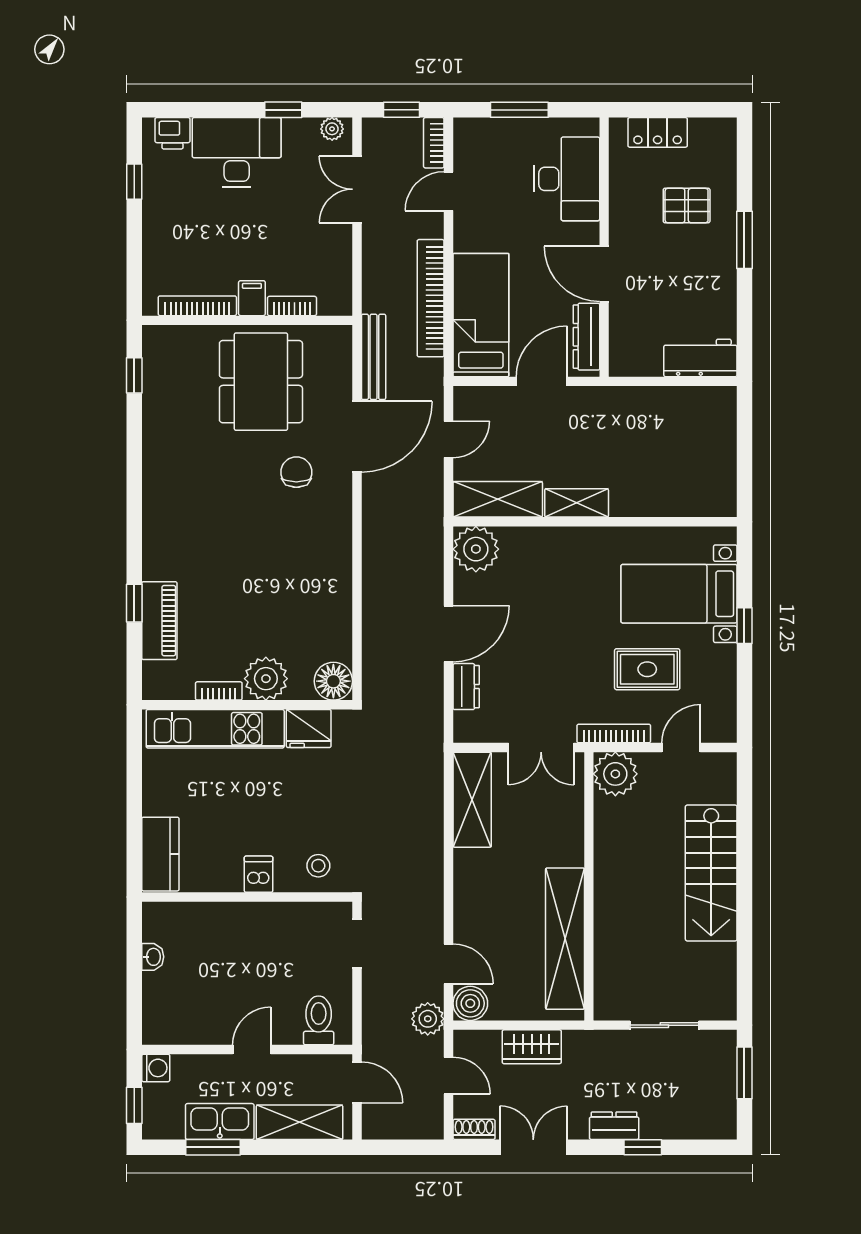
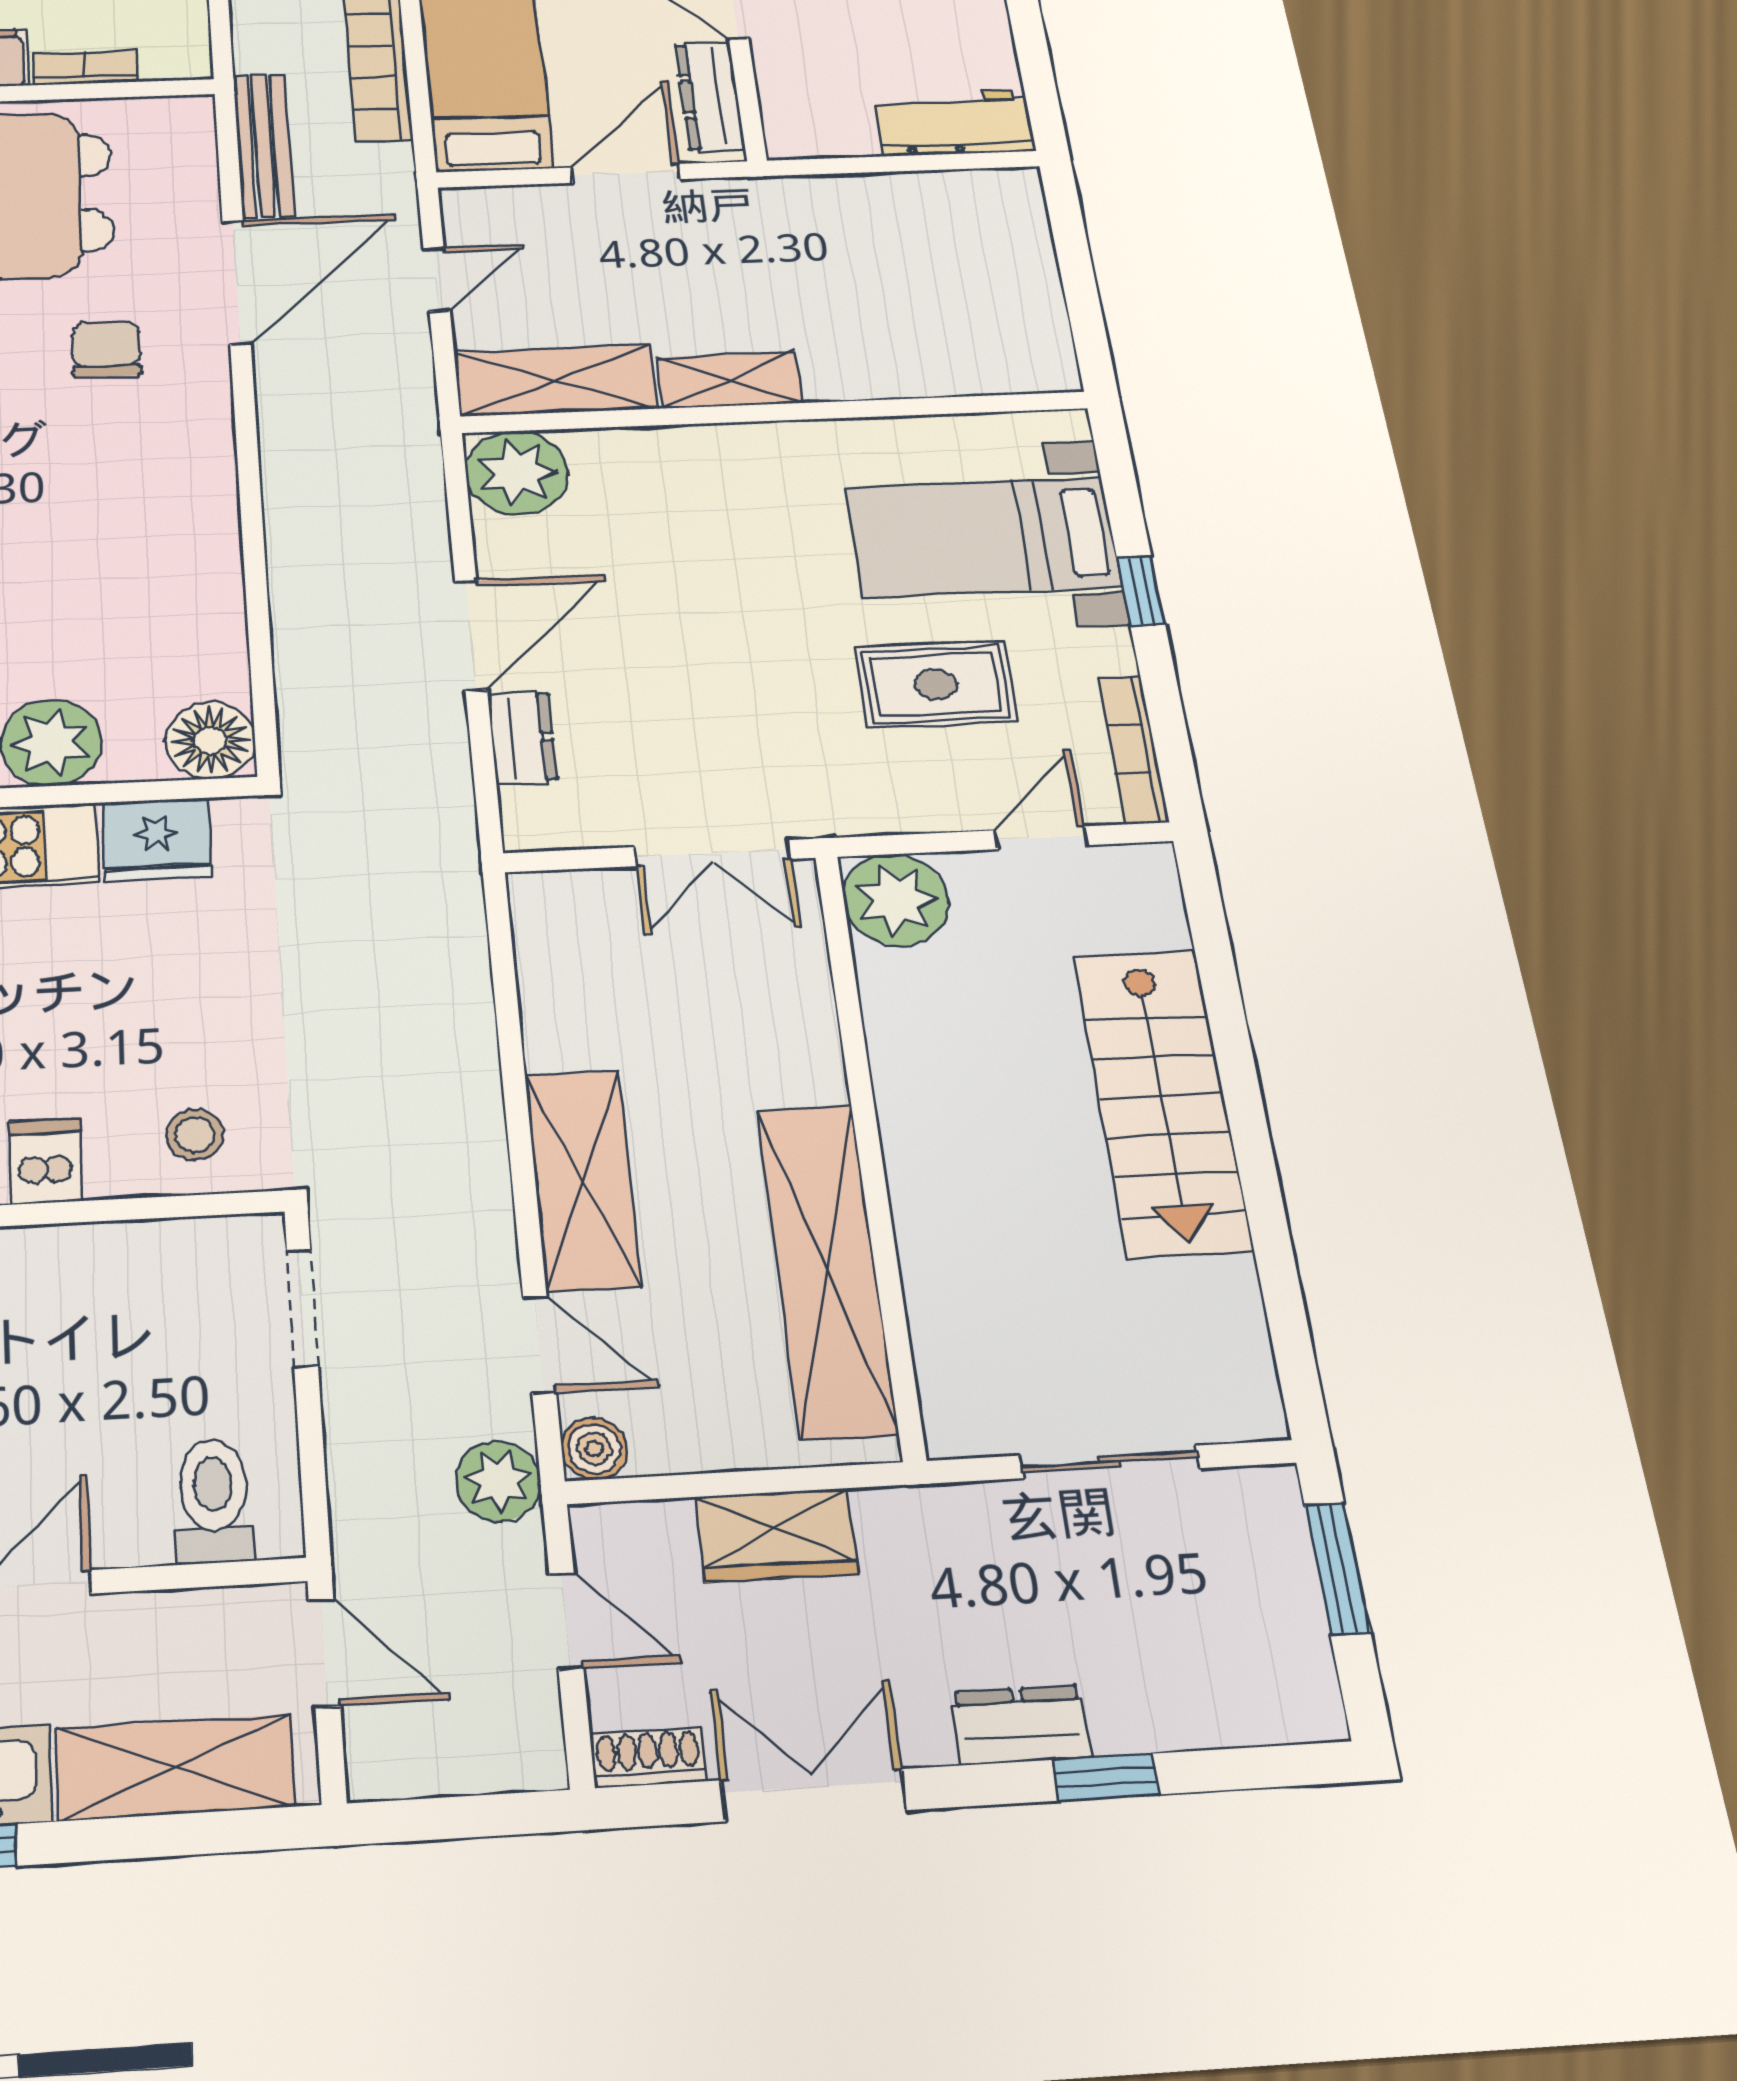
bookcase: (614, 734) -> (1133, 749), moved, turned -90
shelving: (472, 800) -> (583, 1180), moved
boiler: (470, 1003) -> (594, 1449), width x0.73, depth x0.73

